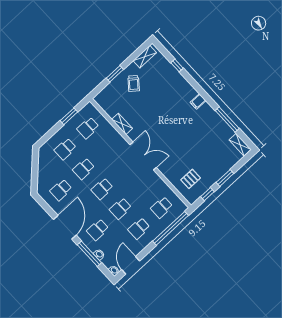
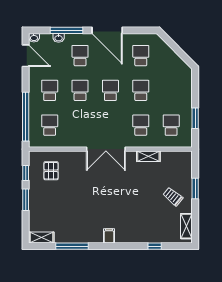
school desk: (65, 149) -> (141, 125), moved

